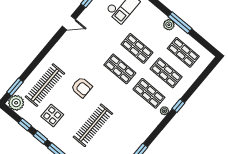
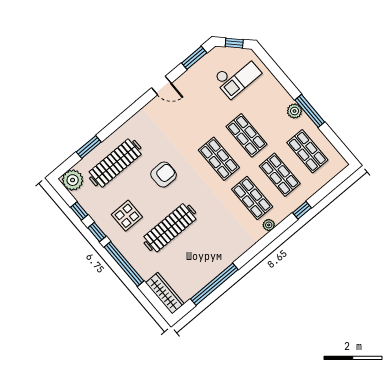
window: (15, 87) -> (89, 147), moved
armchair: (82, 87) -> (164, 175), turned -90
window: (178, 106) -> (302, 210), moved
display table: (52, 115) -> (127, 216), moved

